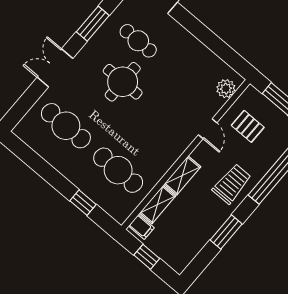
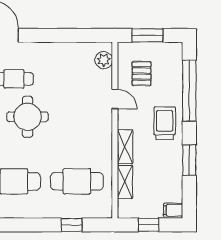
pallet: (248, 126) -> (142, 74), turned 90
filing cabinet: (141, 227) -> (173, 210), moved, turned 180

